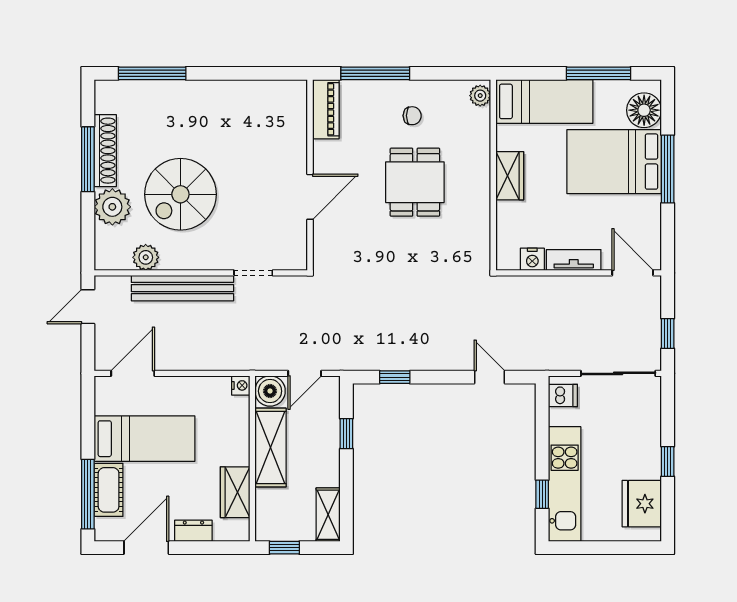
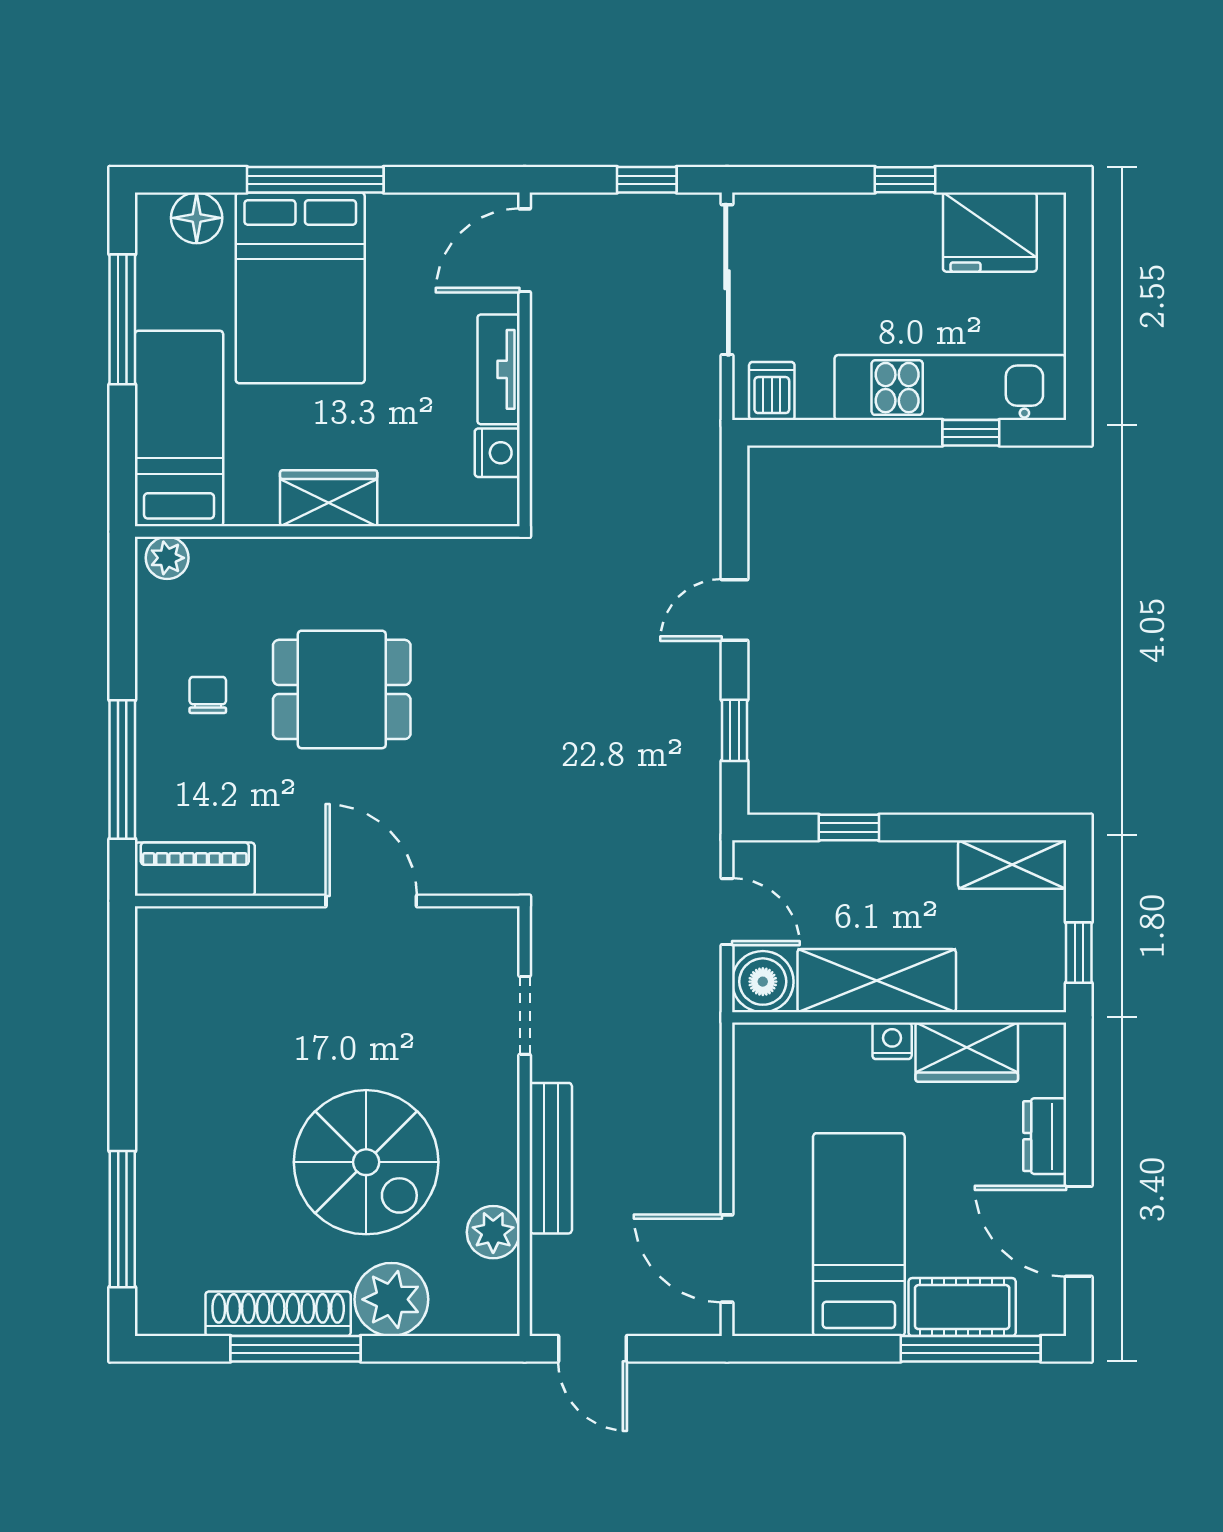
floor lamp: (644, 110) -> (197, 218), width x0.73, depth x0.73
bench: (182, 288) -> (551, 1158), width x0.73, depth x0.82
door: (489, 377) -> (735, 610), moved
nightstand: (241, 385) -> (892, 1041), moved

